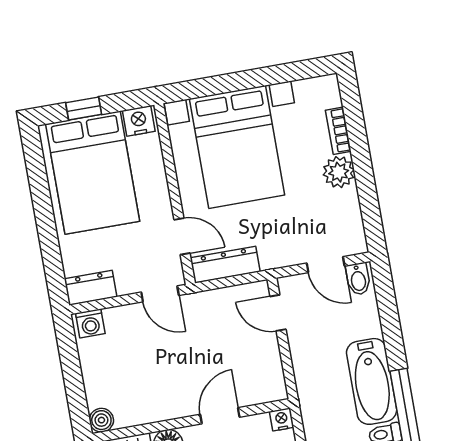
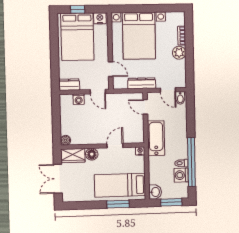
dresser: (225, 265) -> (142, 83), moved
washing machine: (90, 323) -> (79, 99), moved
bathtub: (372, 381) -> (156, 138), moved, turned 180

